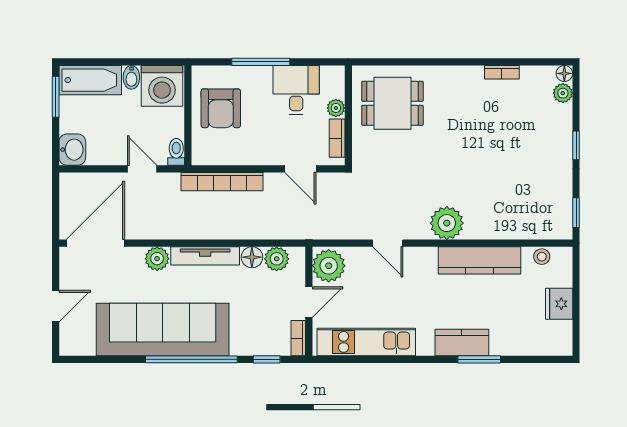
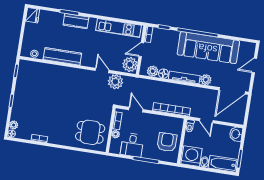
plant: (447, 223) -> (115, 82), moved
fridge: (559, 304) -> (33, 15), moved

